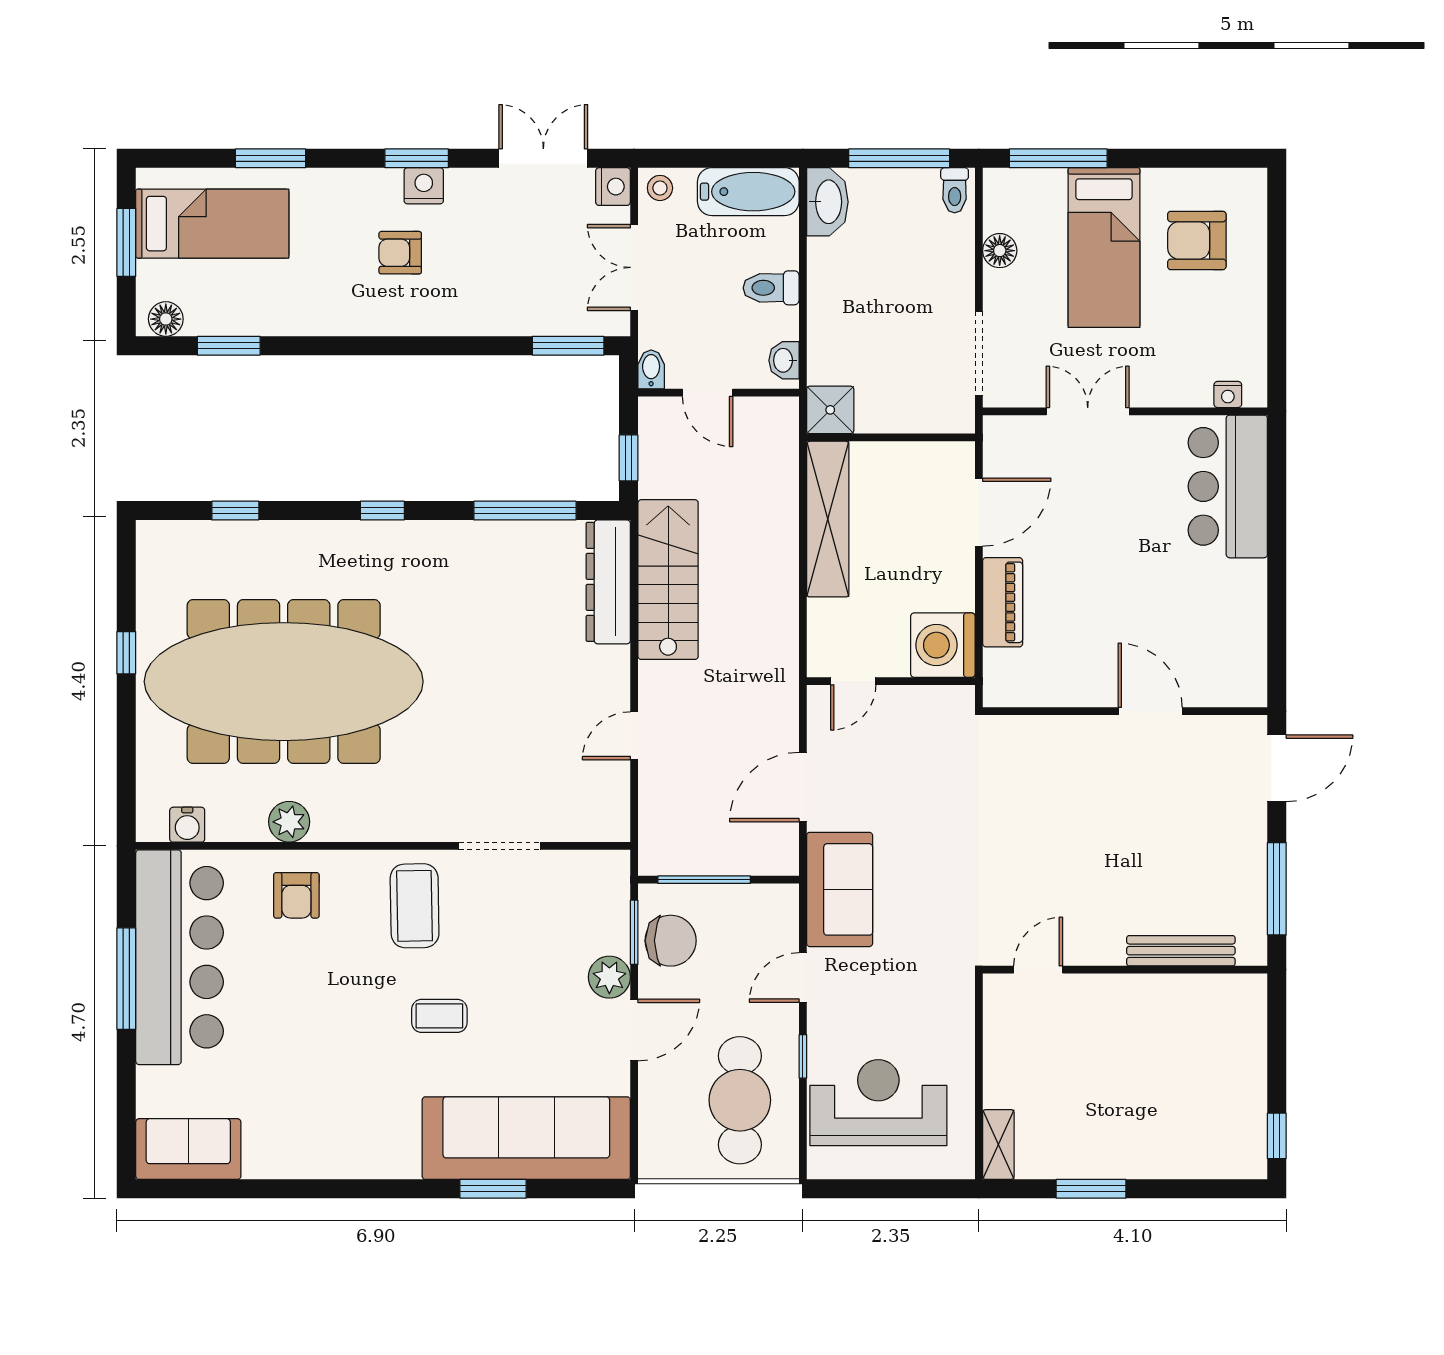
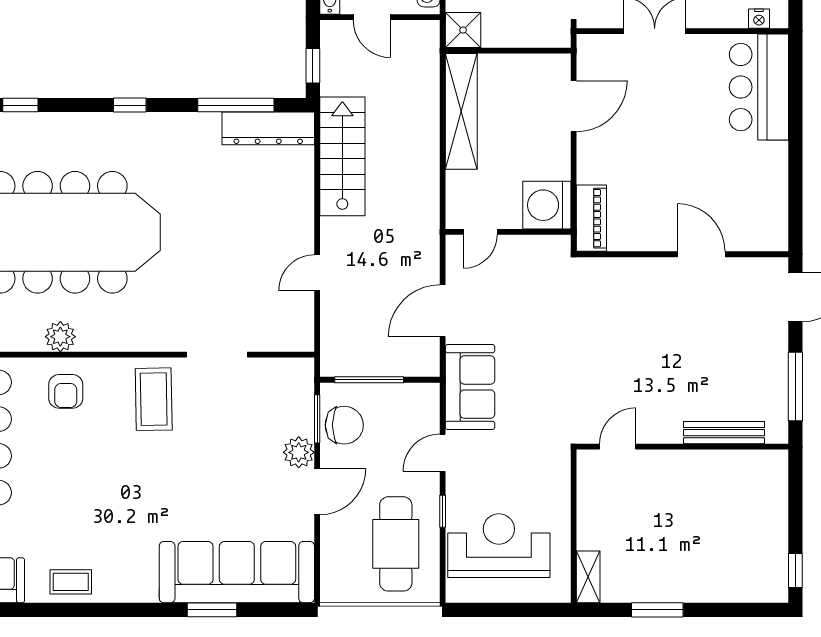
dresser: (608, 582) -> (268, 128), moved, turned -90
piano: (1003, 602) -> (591, 218), moved
coffee table: (439, 1016) -> (71, 582), moved

